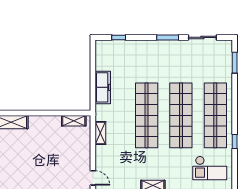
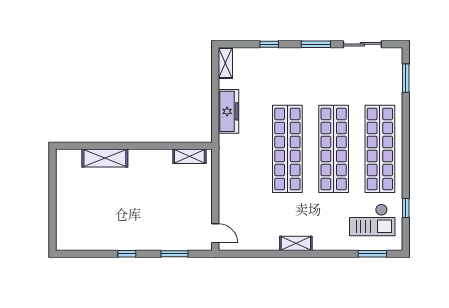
window: (119, 37) -> (269, 44), moved
shelving: (100, 133) -> (225, 63), moved
window: (235, 141) -> (406, 208), moved

